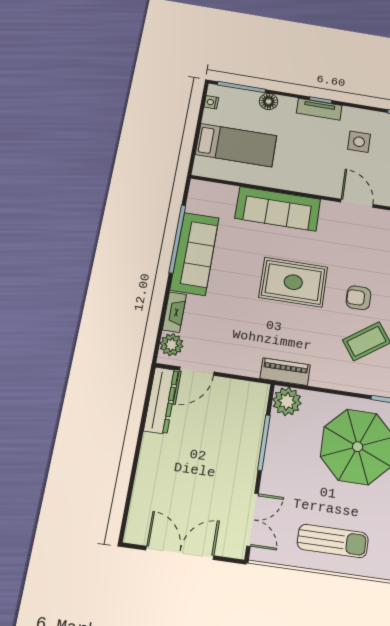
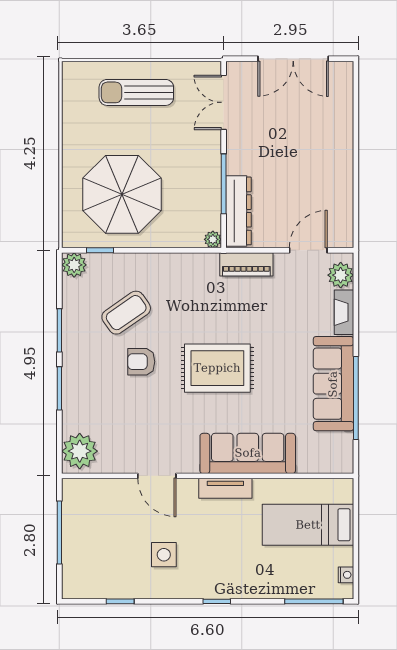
floor lamp: (269, 101) -> (279, 588), removed
tv unit: (319, 109) -> (225, 488), moved, turned 180
armchair: (358, 298) -> (141, 362), turned 180
piano: (285, 372) -> (246, 264), moved
dresser: (161, 400) -> (238, 211), moved, turned 180
plant: (287, 401) -> (213, 239), width x0.53, depth x0.53

